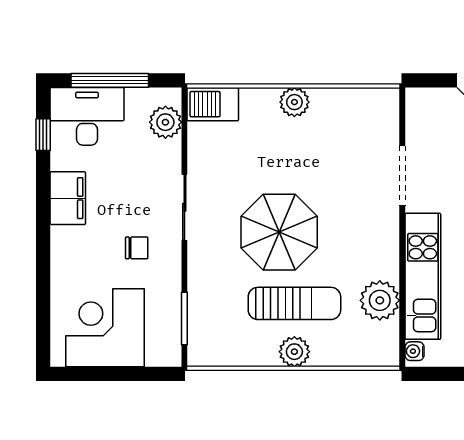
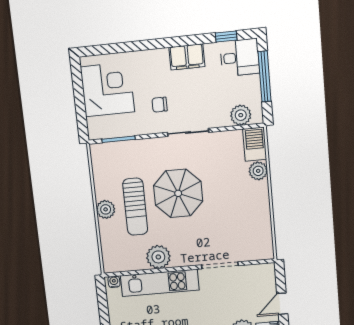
plant: (294, 102) -> (258, 171), moved
desk: (87, 116) -> (240, 57), width x0.73
chair: (137, 248) -> (160, 105), turned 90
plant: (380, 300) -> (158, 257), moved

